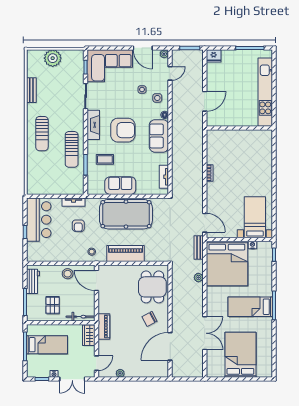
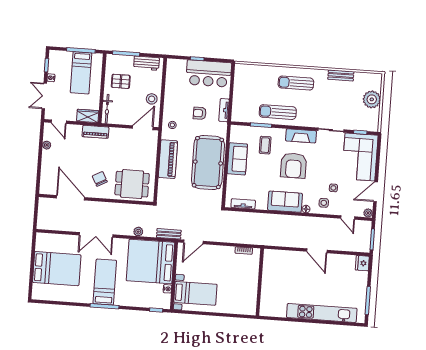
wall: (239, 128) -> (260, 282), moved
double door: (205, 333) -> (96, 235), moved

